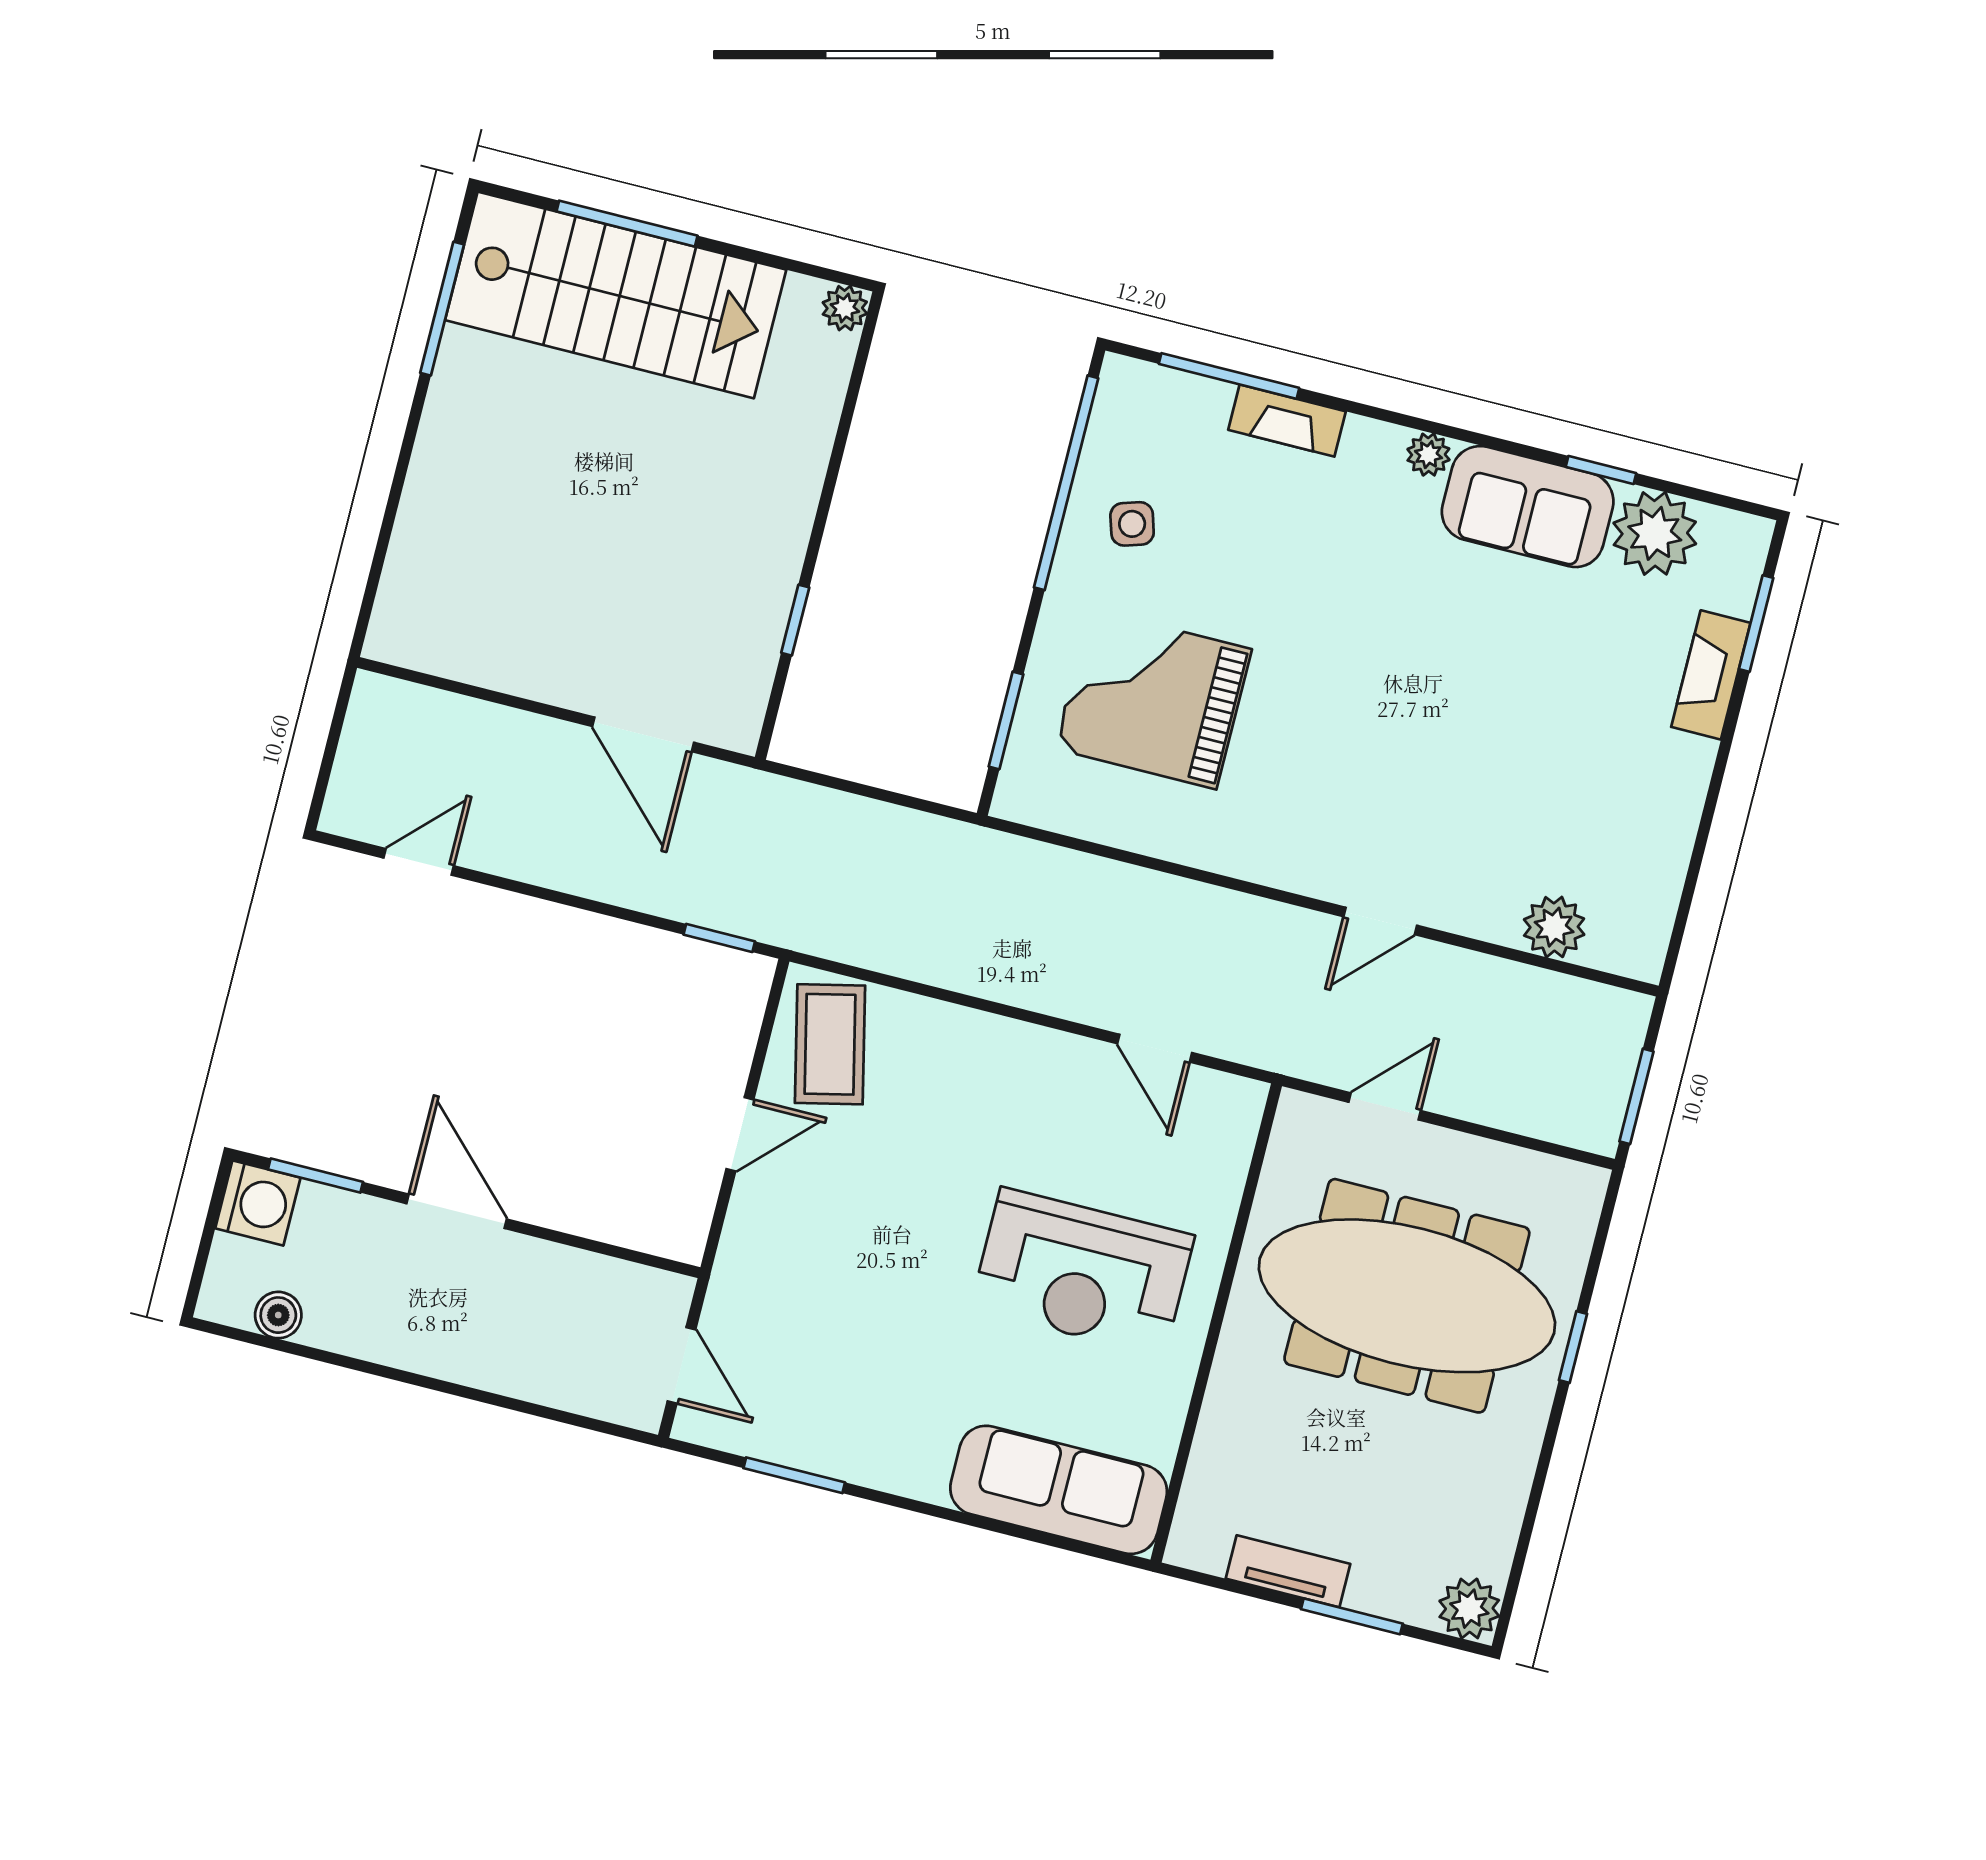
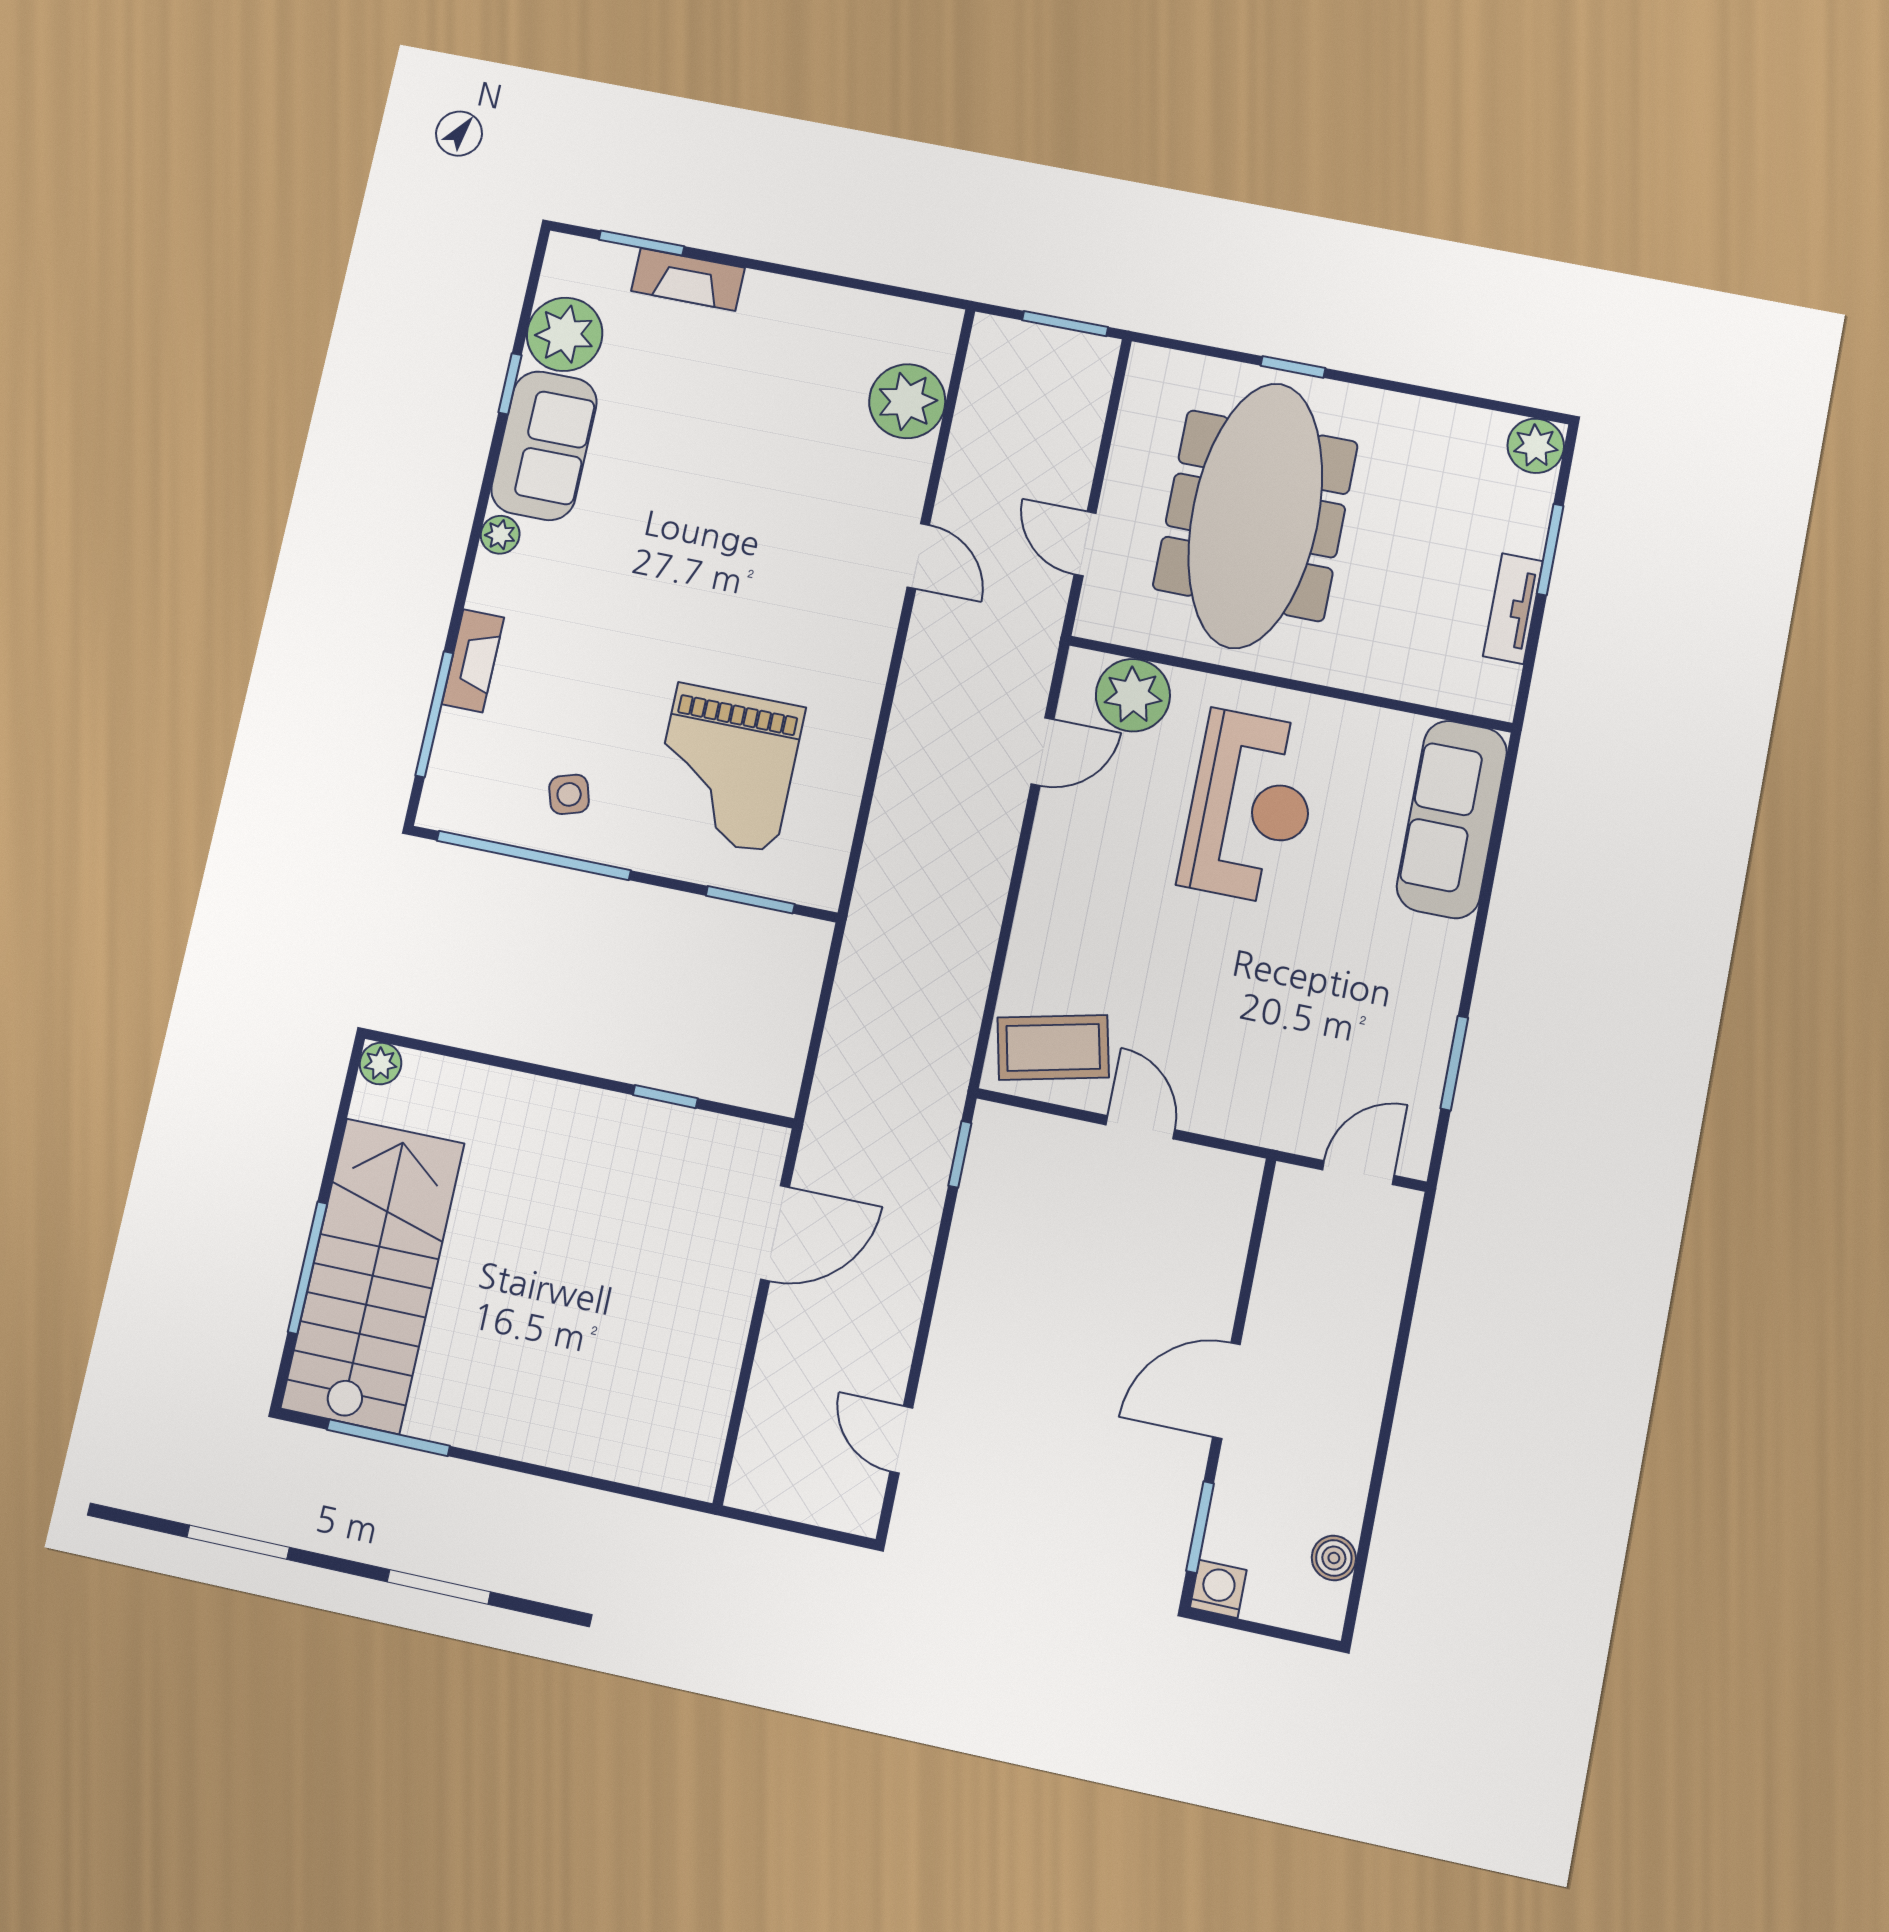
plant: (1554, 927) -> (907, 401), width x1.36, depth x1.36
plant: (1212, 1150) -> (1133, 695), added
washing machine: (258, 1203) -> (1218, 1589), width x0.73, depth x0.73

